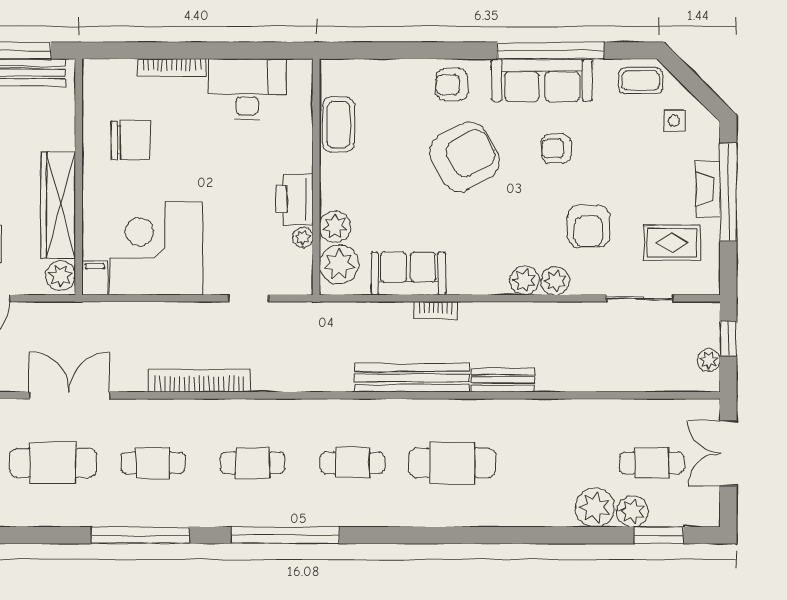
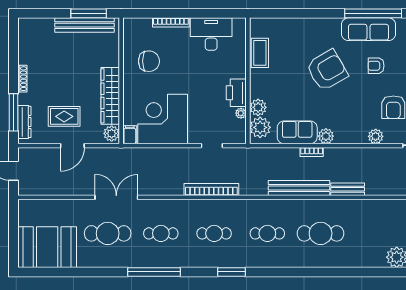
armchair: (452, 85) -> (320, 32), removed
plant: (524, 281) -> (326, 136), moved
bookcase: (199, 381) -> (211, 190), moved
window: (285, 535) -> (231, 272), width x0.47

